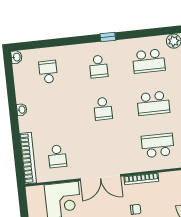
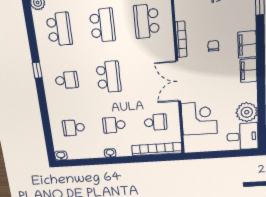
school desk: (103, 109) -> (108, 77), width x1.85
school desk: (53, 114) -> (114, 125), added
double door: (100, 177) -> (178, 81), swing flipped

